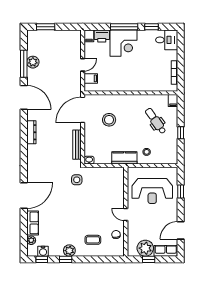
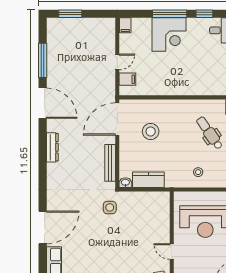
printer: (102, 36) -> (141, 25), removed
plant: (33, 62) -> (54, 58), removed
kitchen counter: (124, 158) -> (148, 180), moved

